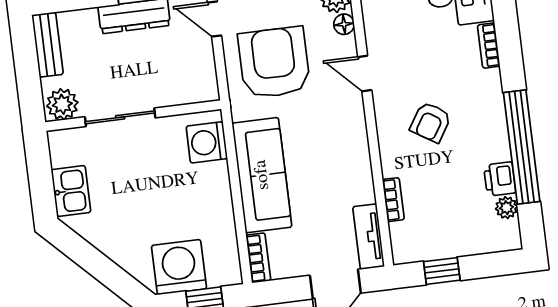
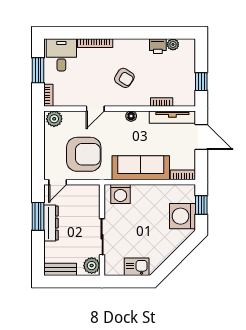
floor lamp: (344, 24) -> (131, 116), moved
bookcase: (489, 46) -> (95, 43), width x1.56
armchair: (274, 63) -> (84, 154), turned 180
window: (522, 147) -> (143, 33), removed
tv unit: (369, 237) -> (172, 117), width x1.41

